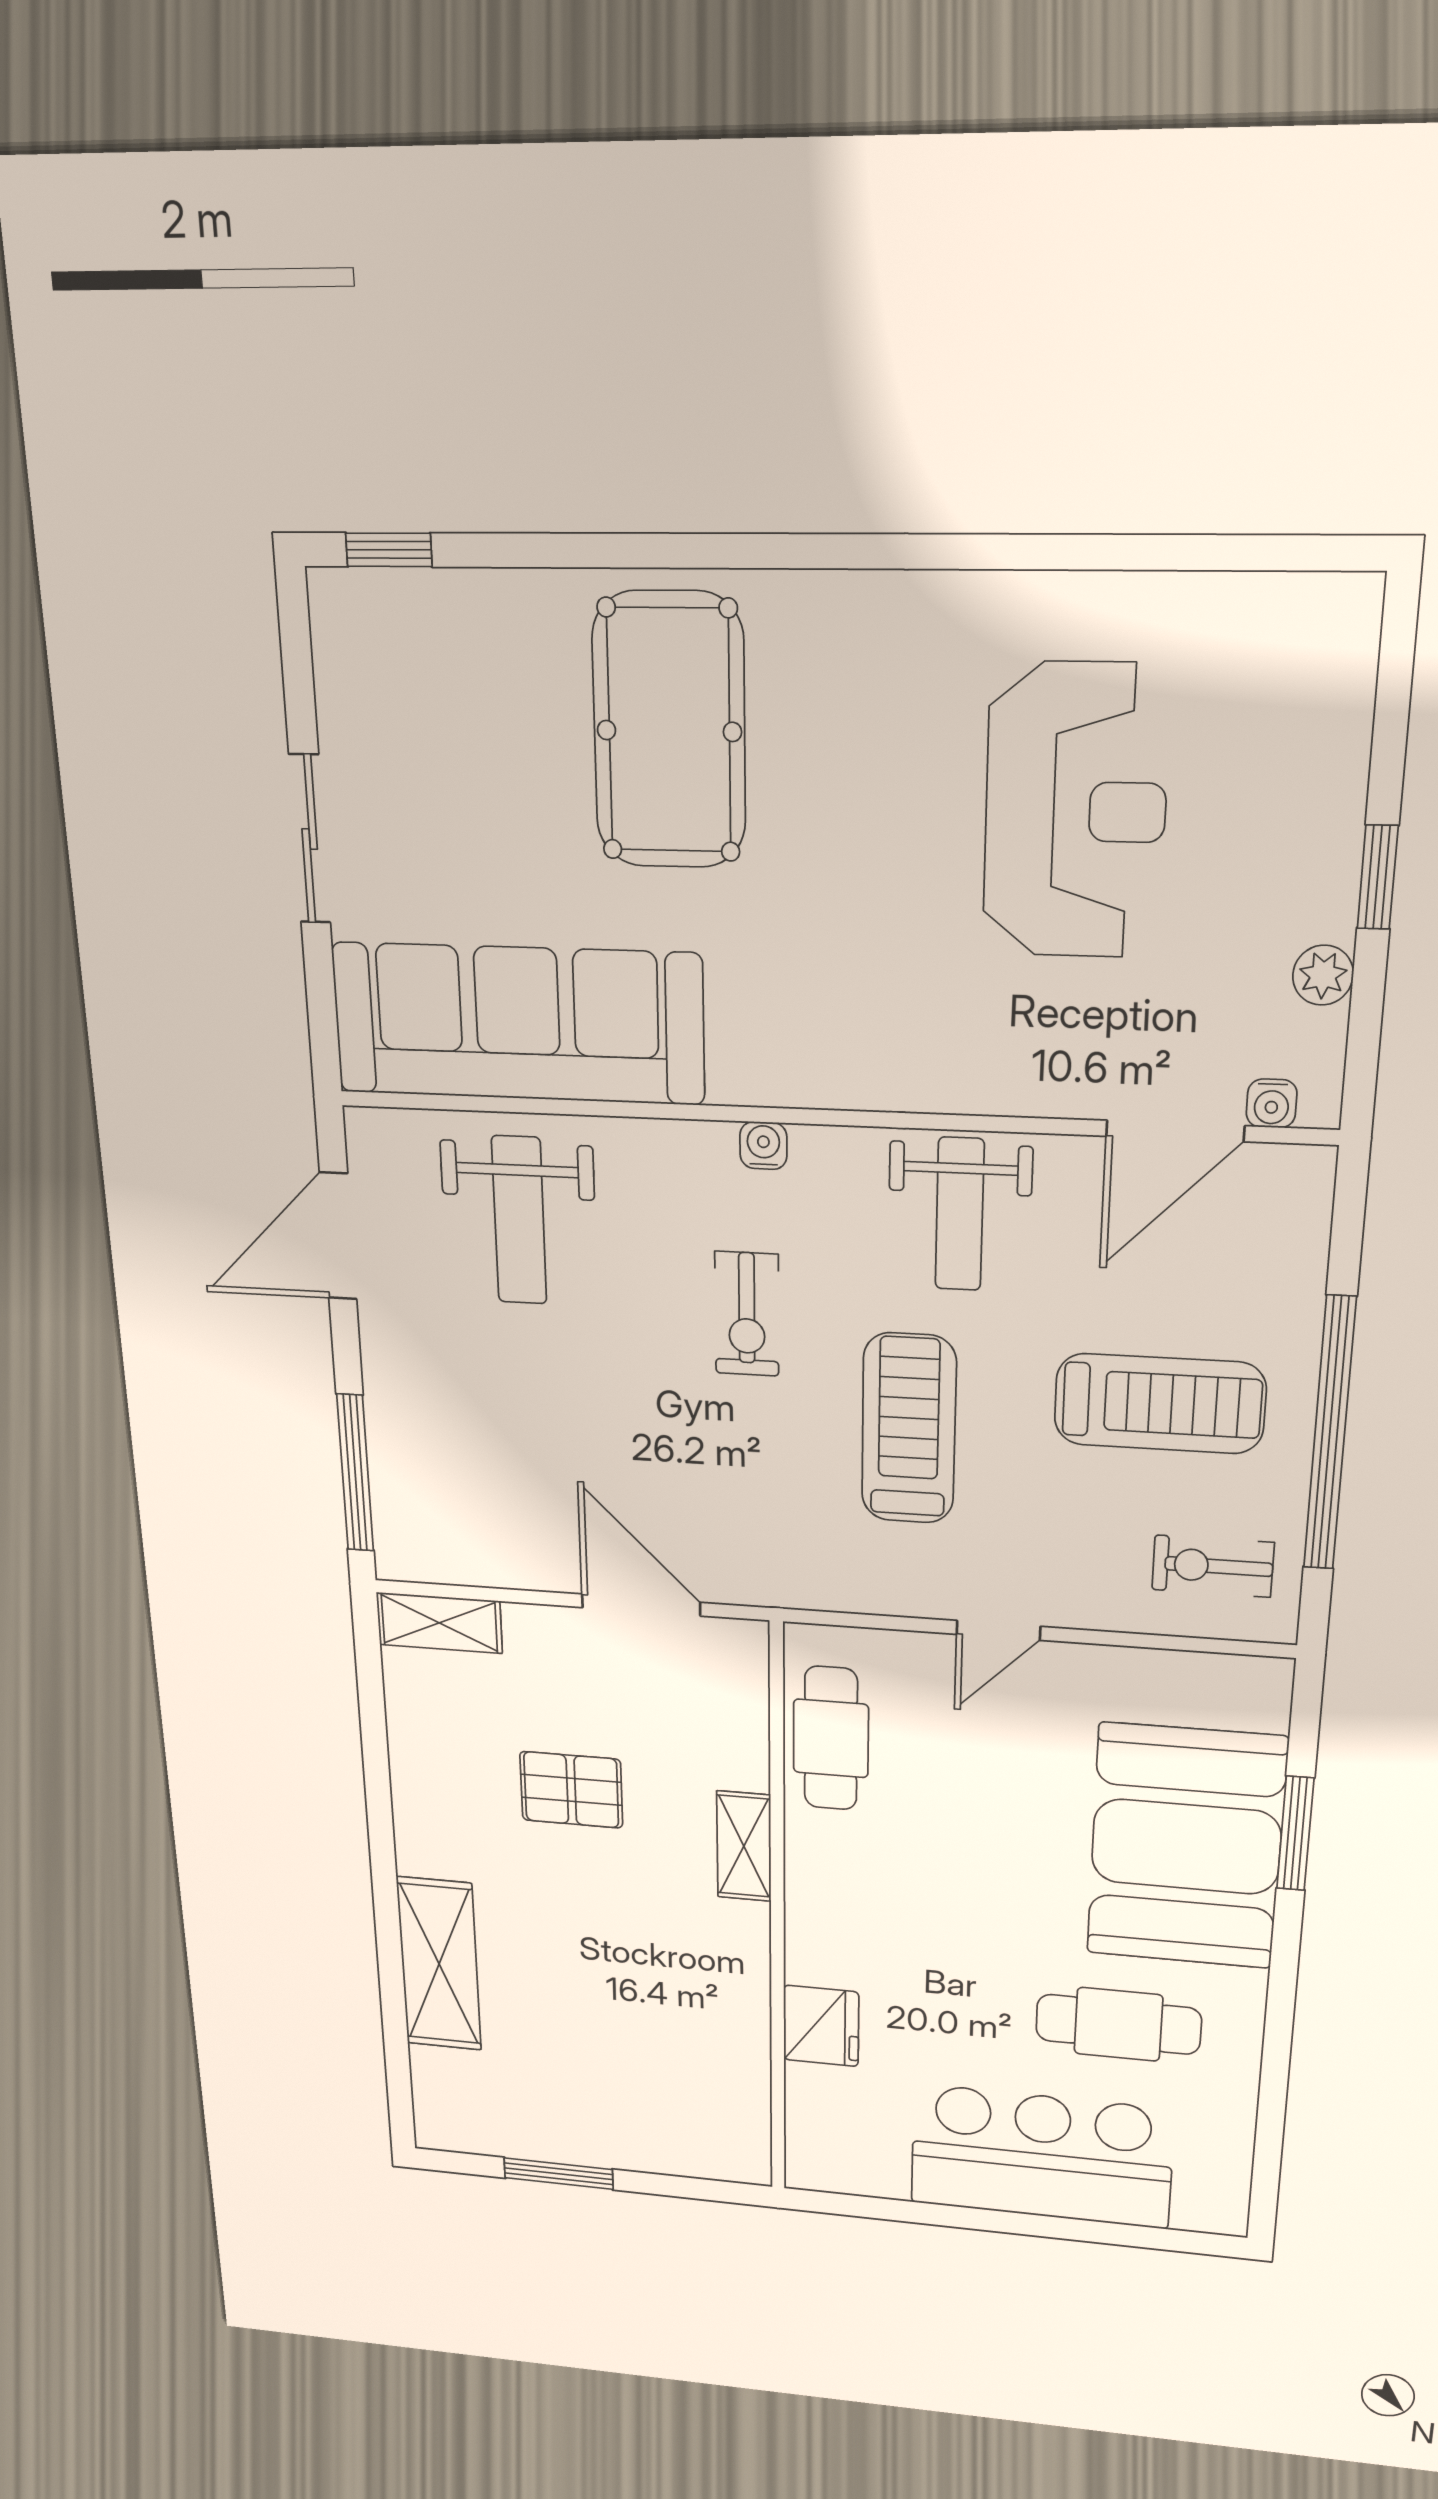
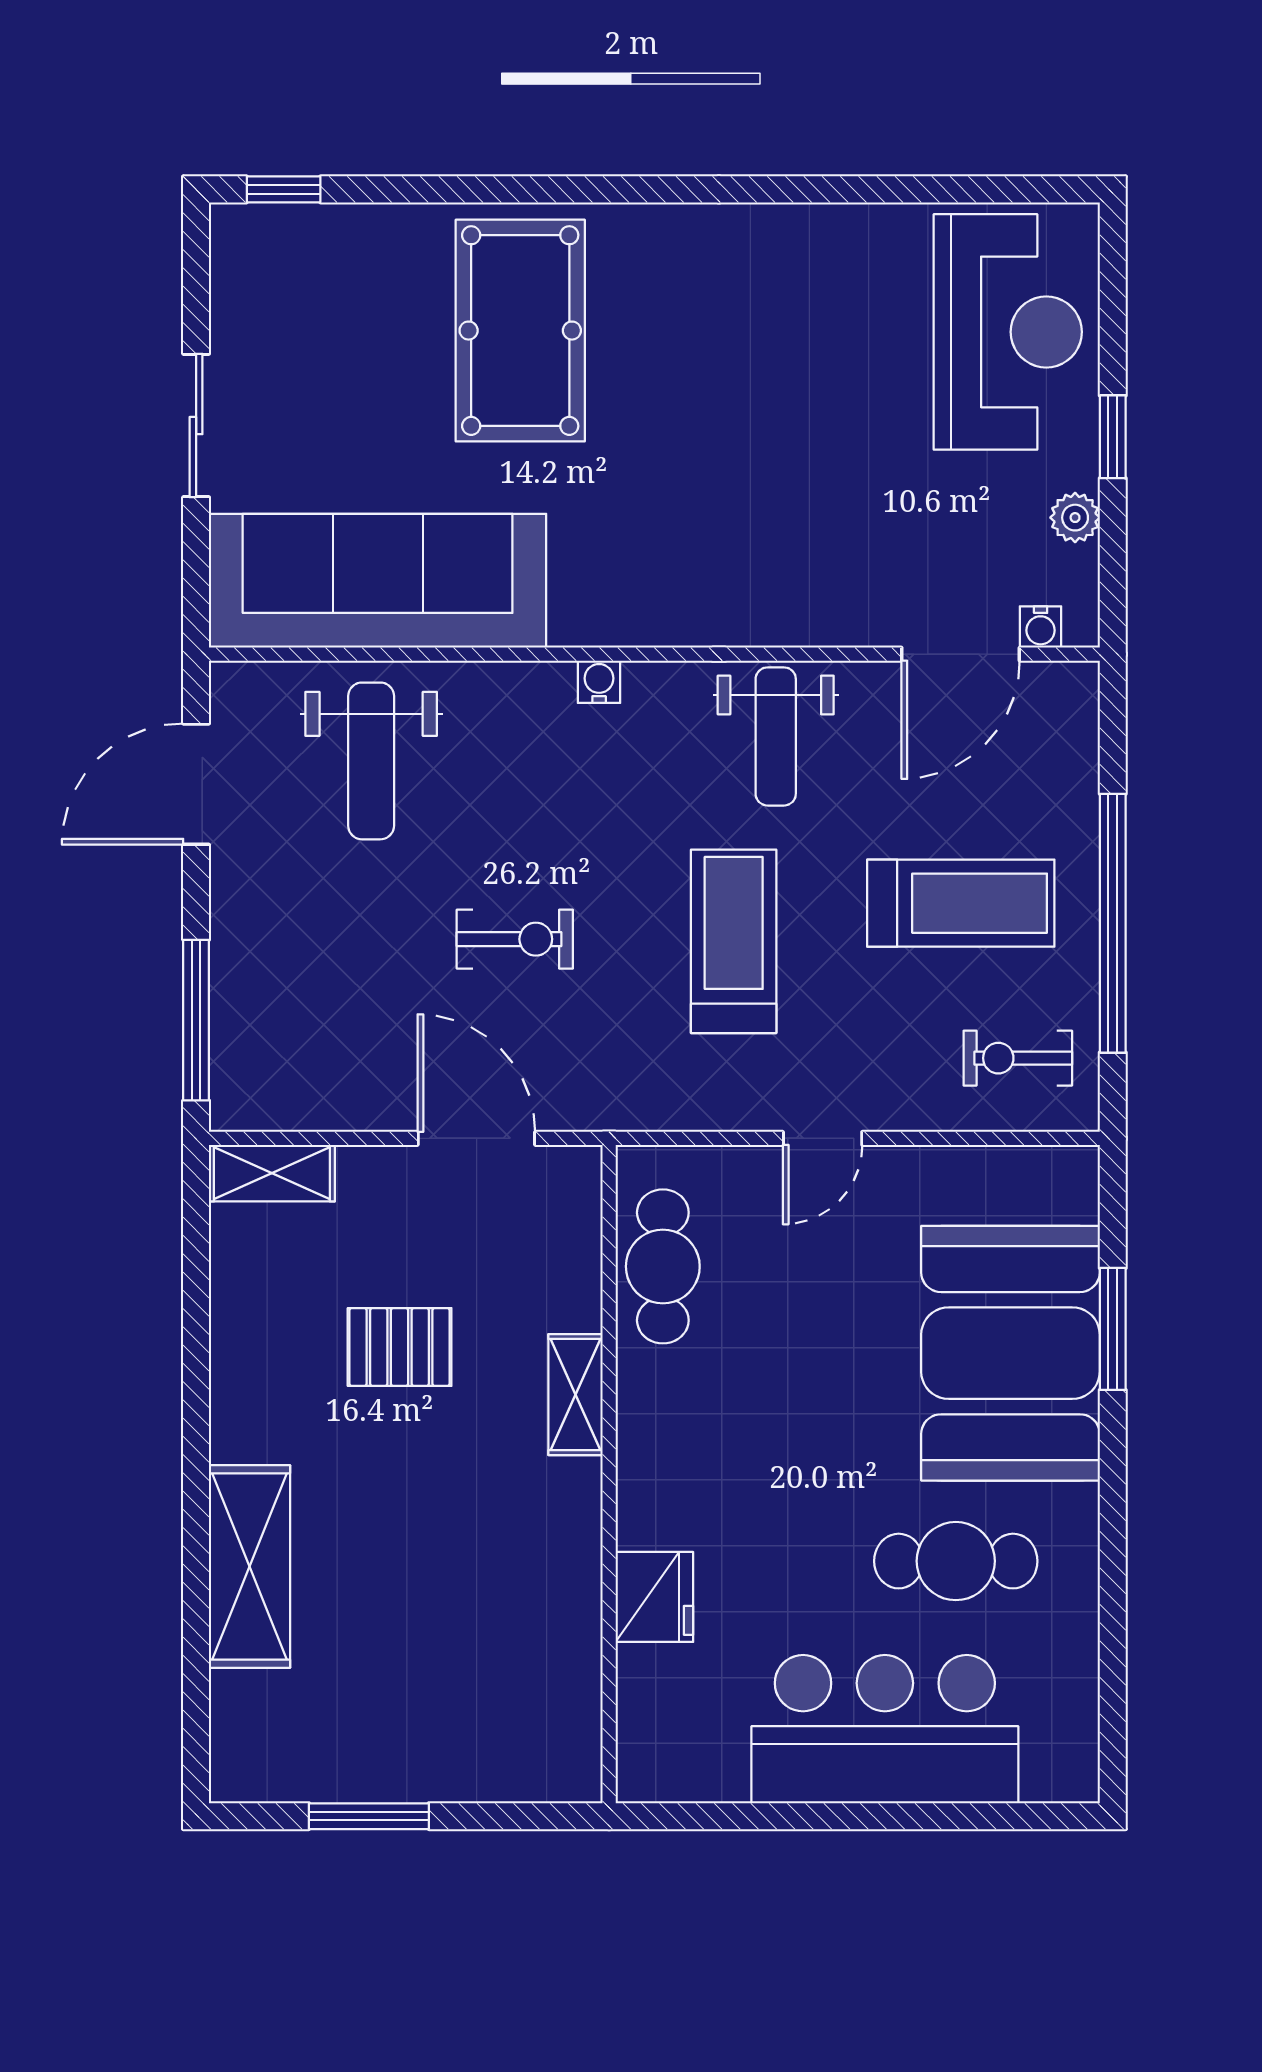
reception desk: (1075, 811) -> (1008, 332), moved
exercise bike: (747, 1314) -> (515, 939), moved, turned -90

